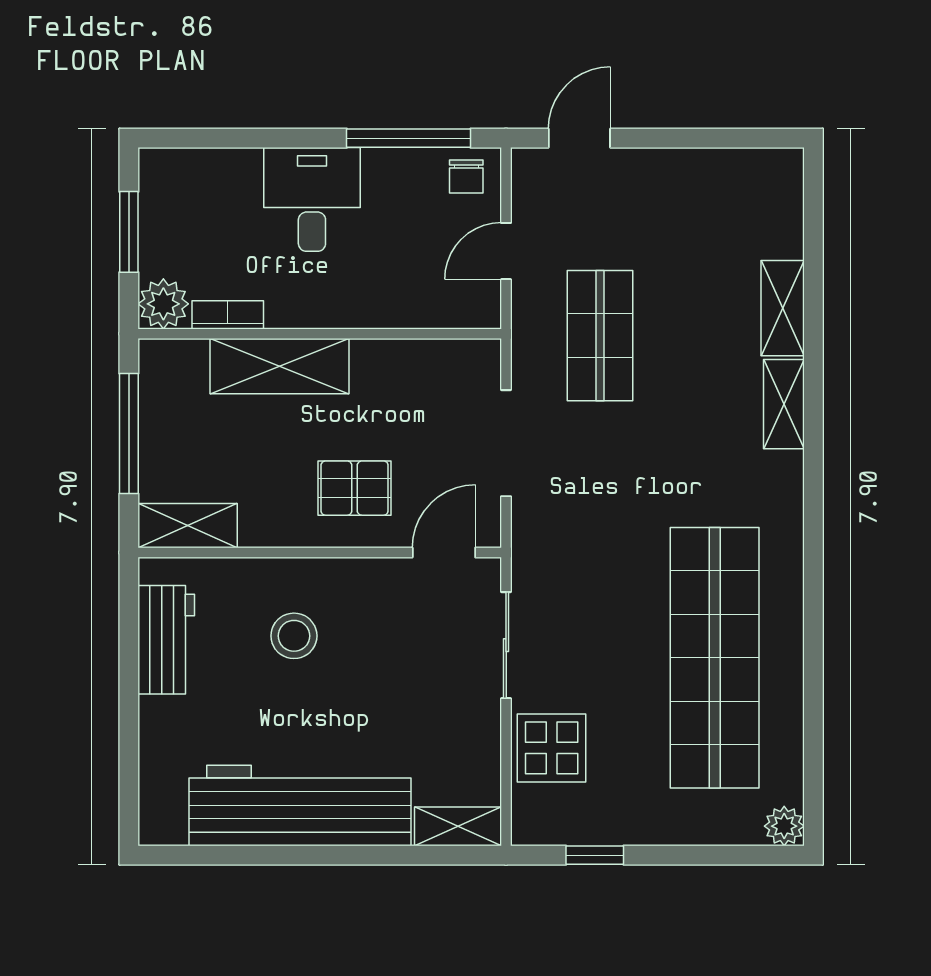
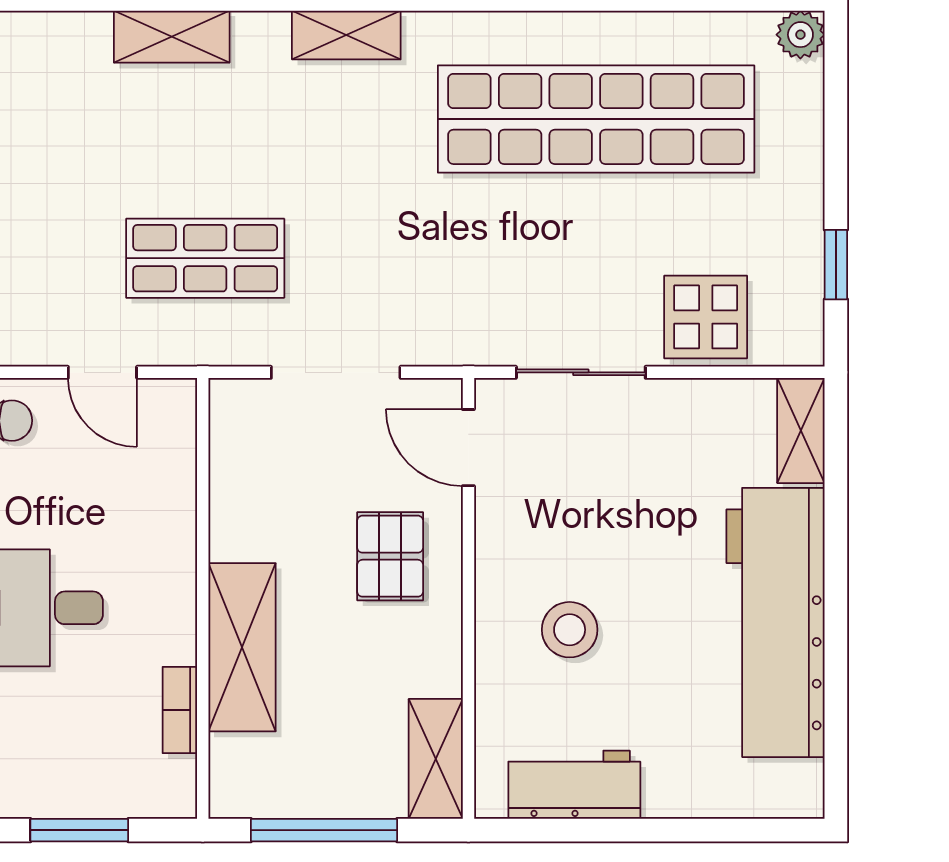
plant: (163, 304) -> (167, 788), removed
shelving: (784, 404) -> (346, 35), moved

